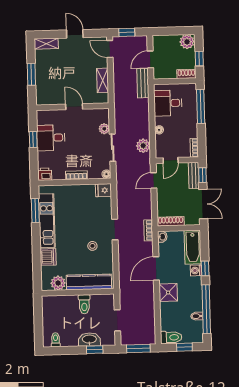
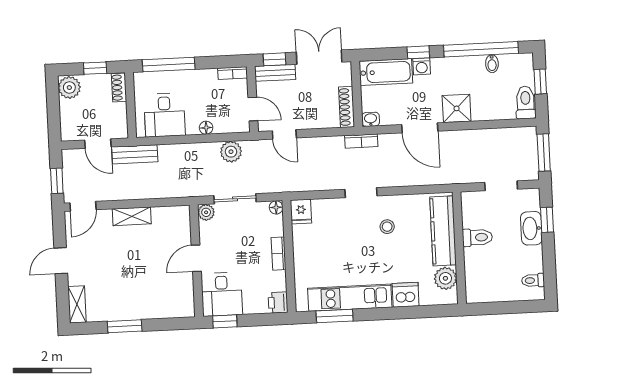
wall: (72, 107) -> (196, 261), moved
door: (74, 107) -> (196, 258), moved

